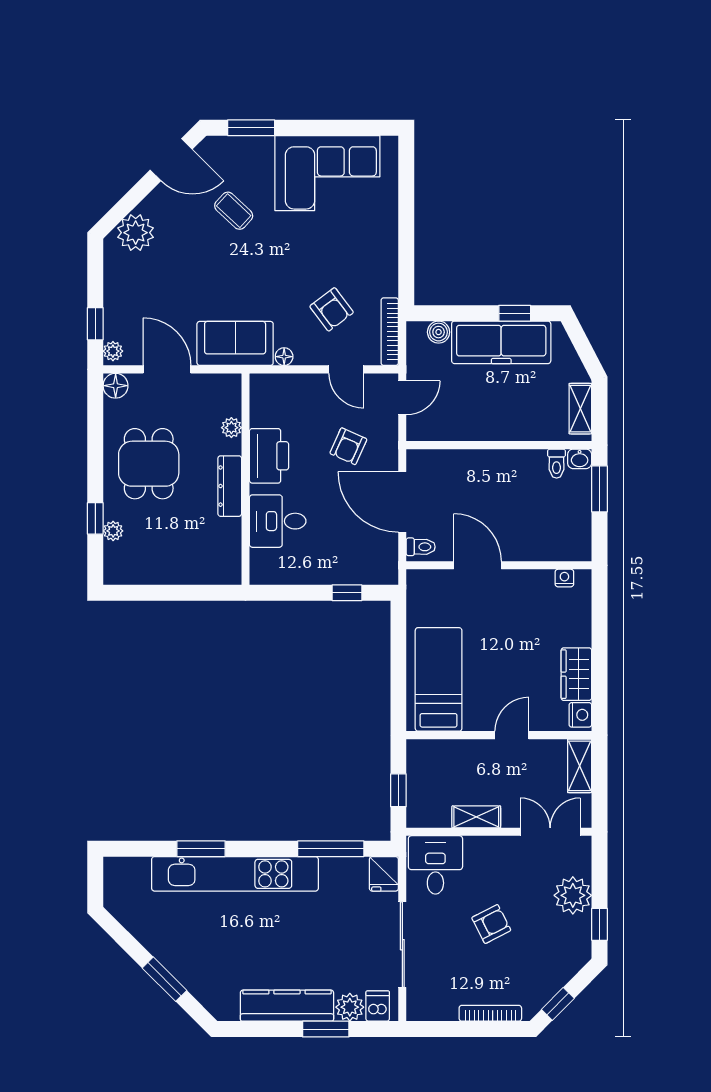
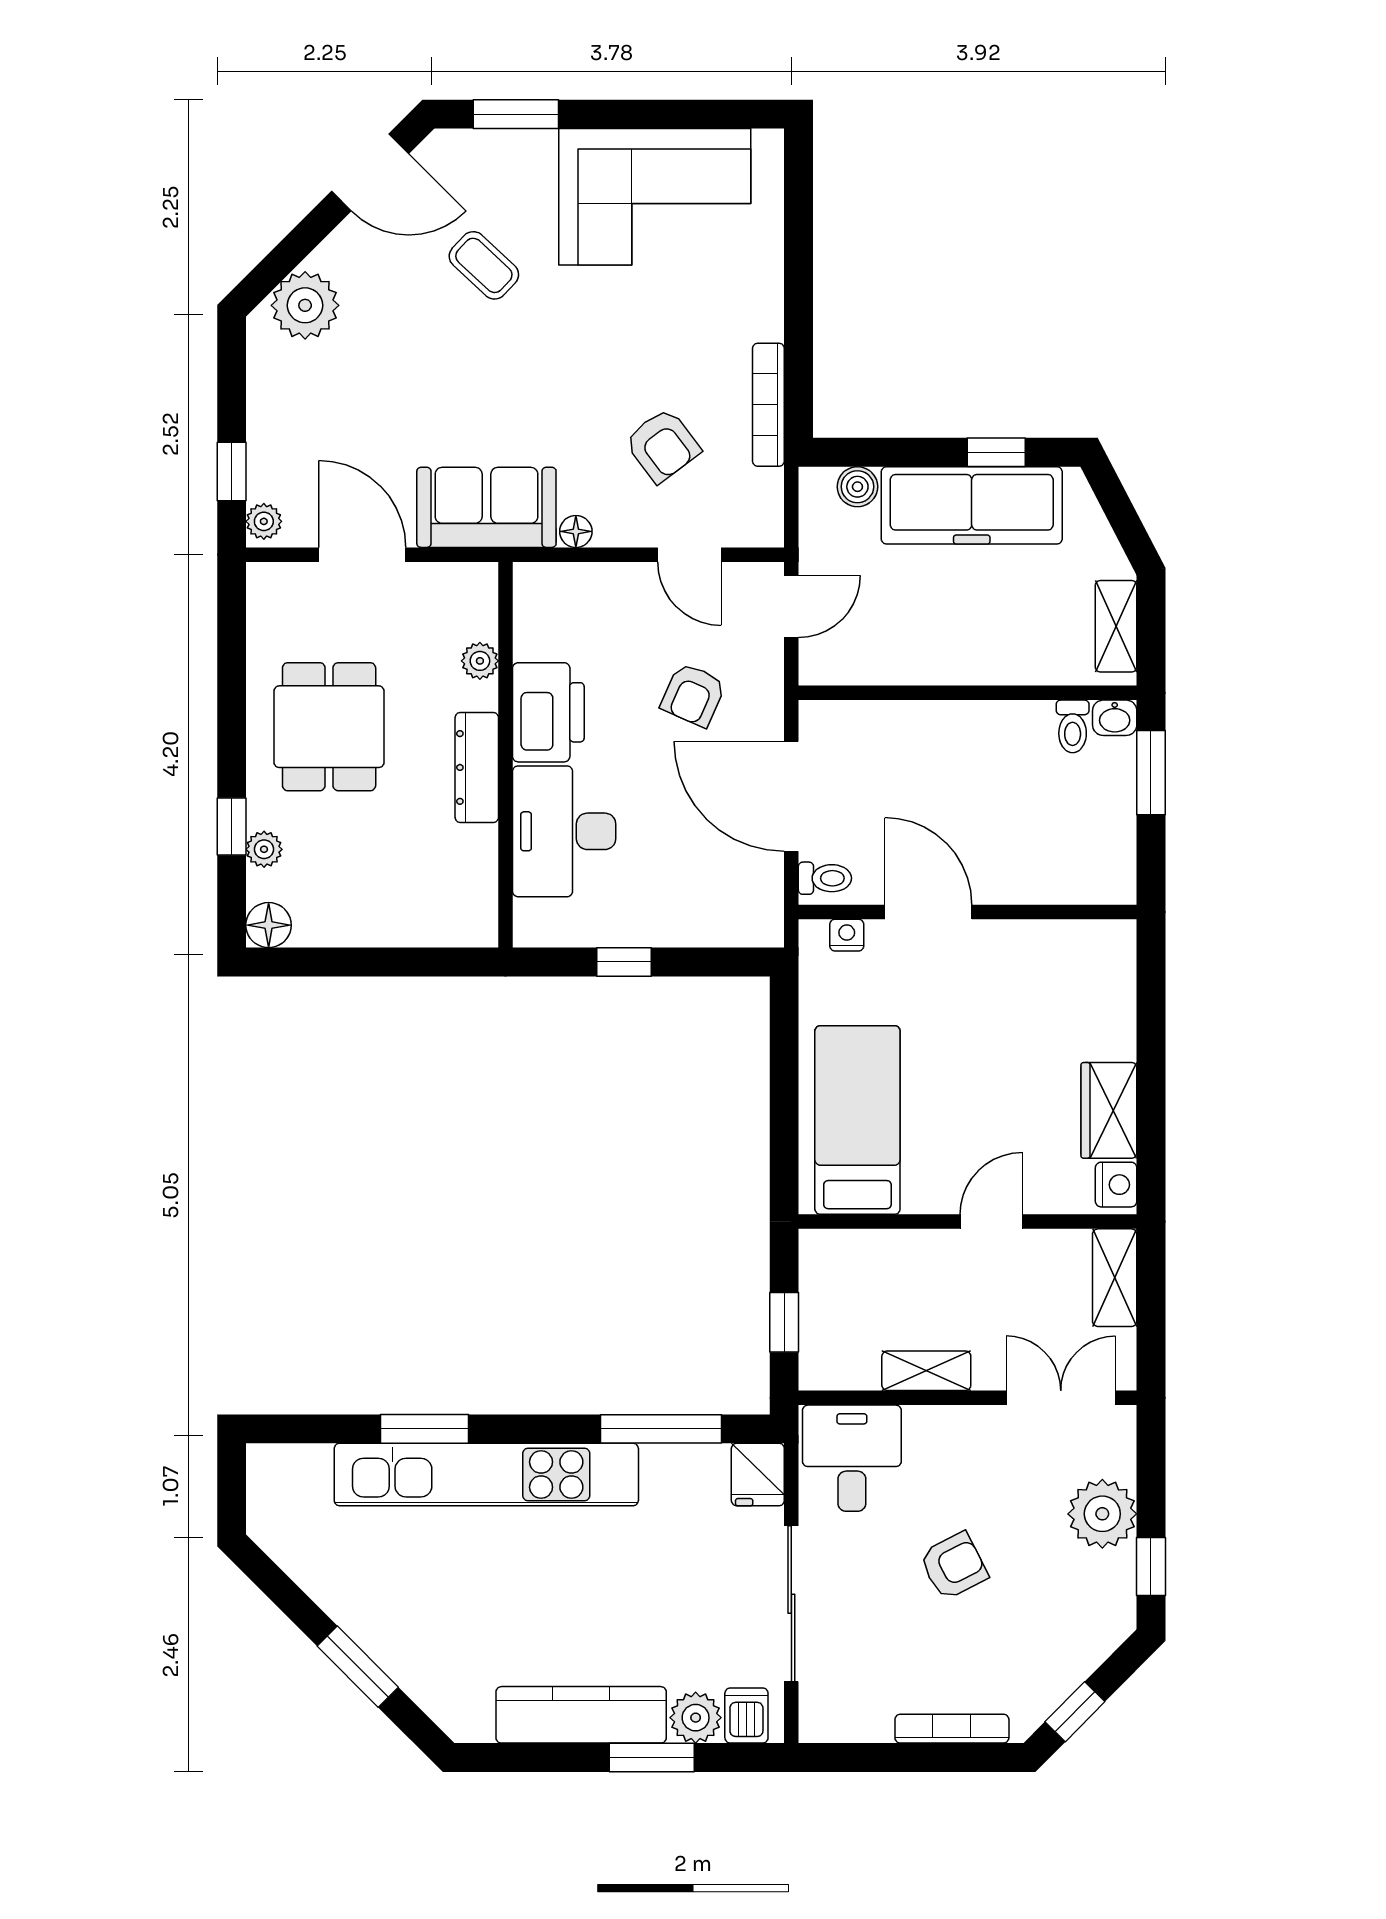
bookcase: (390, 332) -> (768, 405), moved
floor lamp: (116, 386) -> (269, 925), moved
desk: (278, 521) -> (564, 831), width x1.37
nightstand: (564, 578) -> (847, 935), moved
window: (347, 593) -> (624, 962), moved

